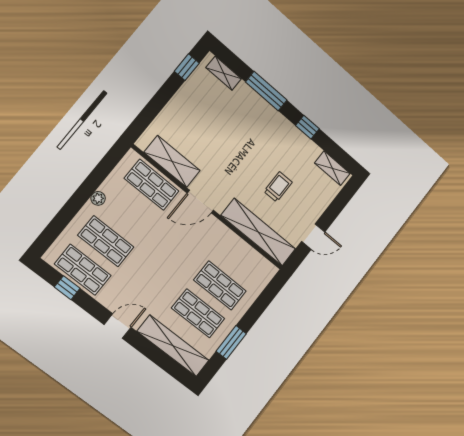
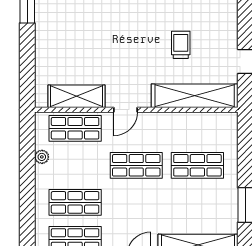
plant: (98, 198) -> (42, 157), moved
door: (200, 202) -> (125, 110), width x0.73
shop shelf: (198, 313) -> (136, 165), moved

